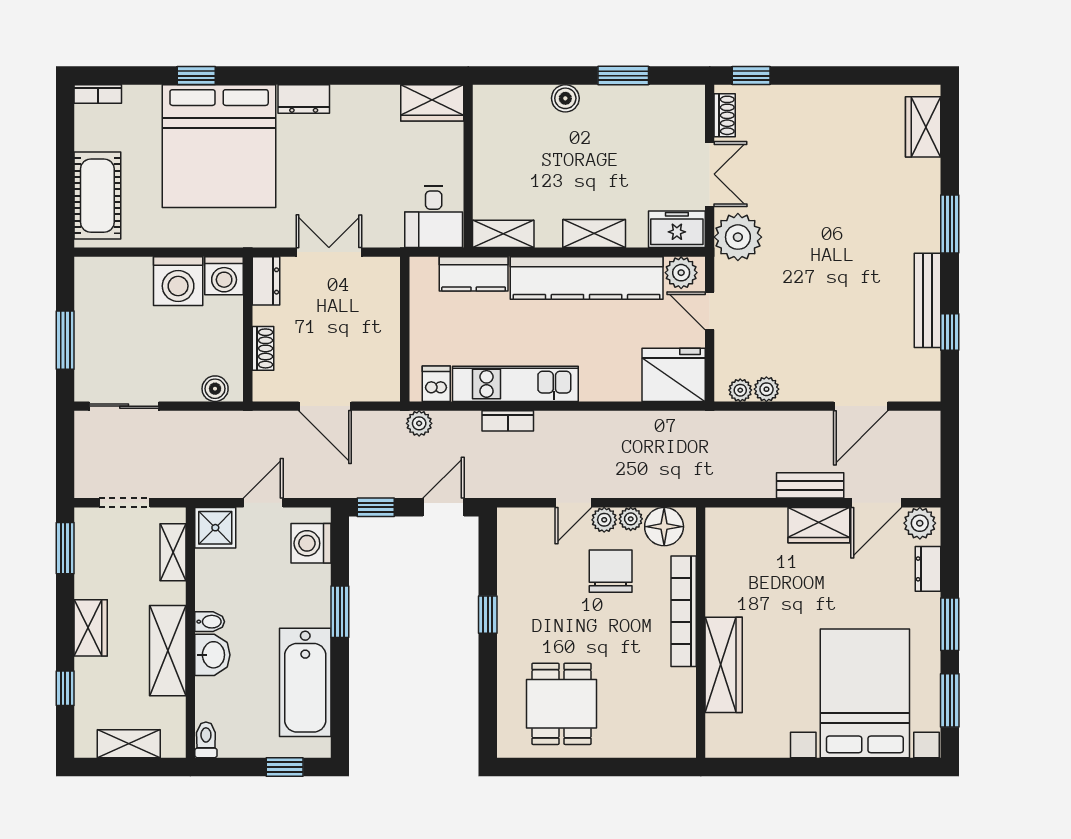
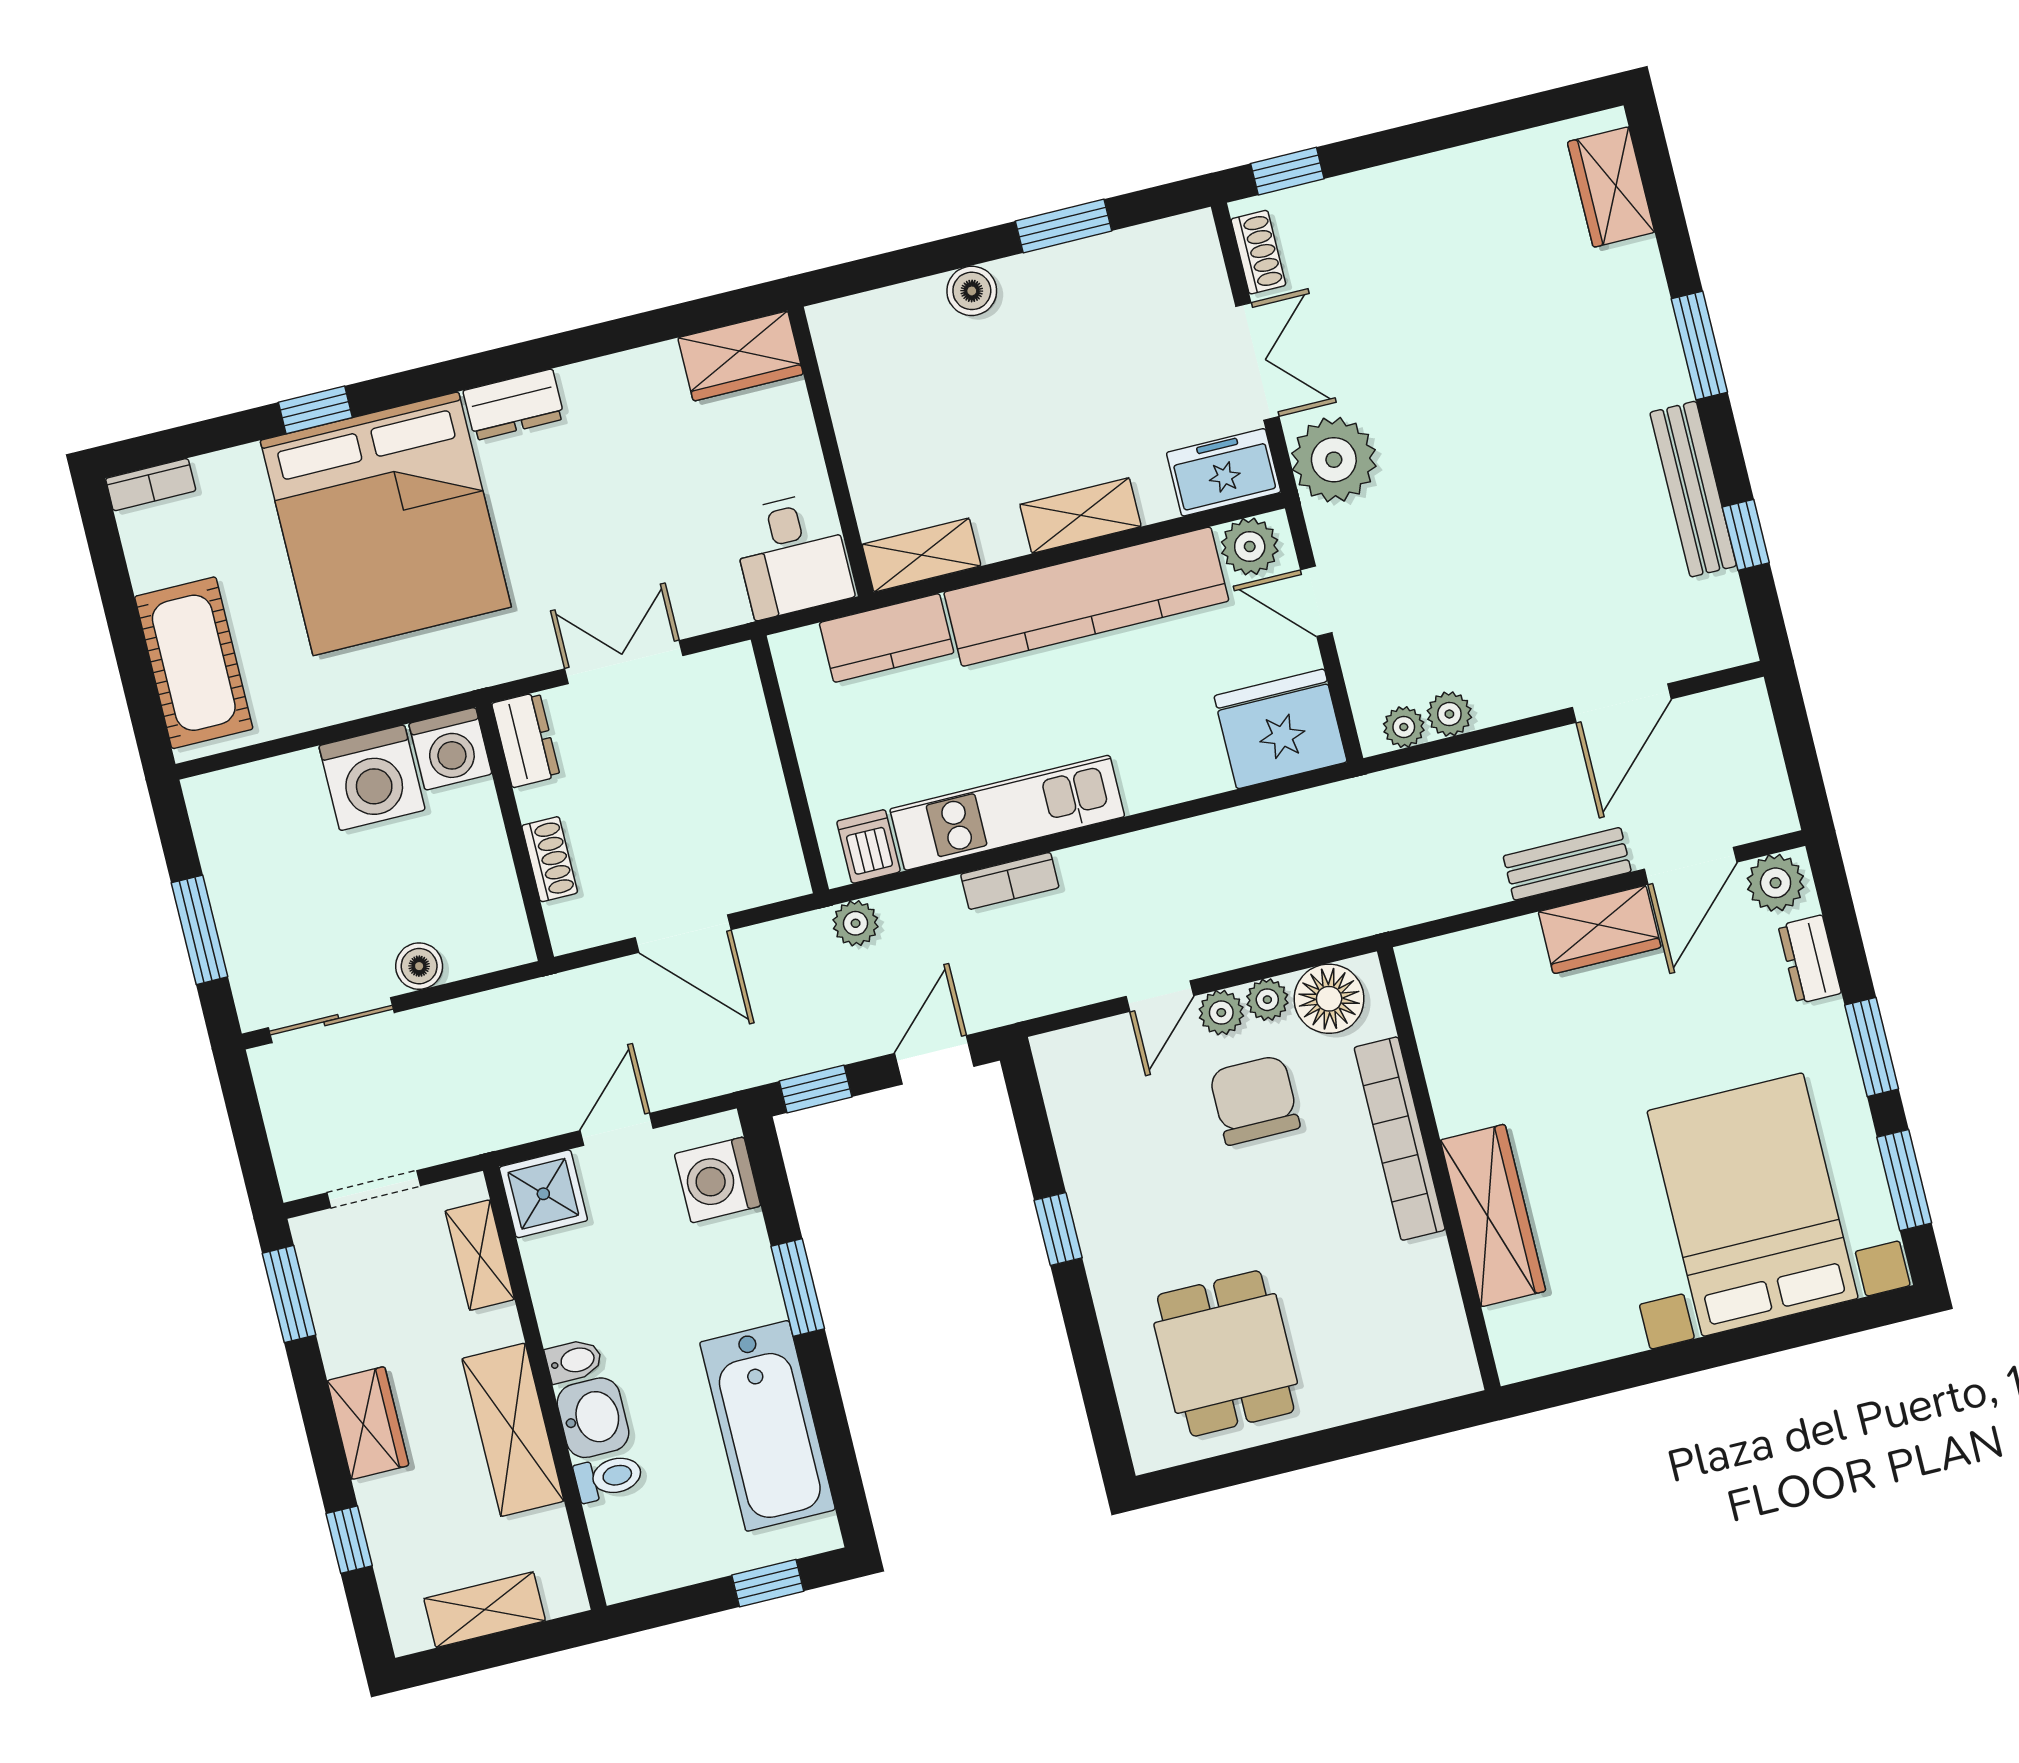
boiler: (215, 389) -> (419, 966), moved
toilet: (206, 740) -> (609, 1477), moved, turned 90

